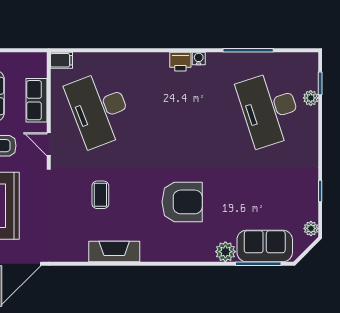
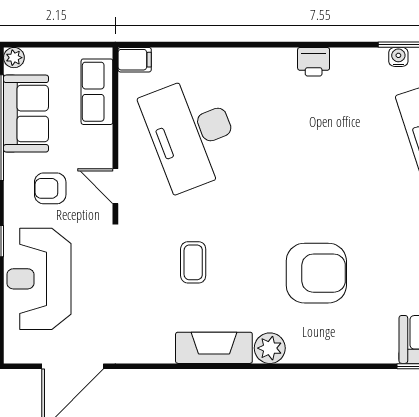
water cooler: (199, 58) -> (398, 57), moved
row of seats: (37, 100) -> (97, 92), moved
plant: (225, 252) -> (270, 348), moved

